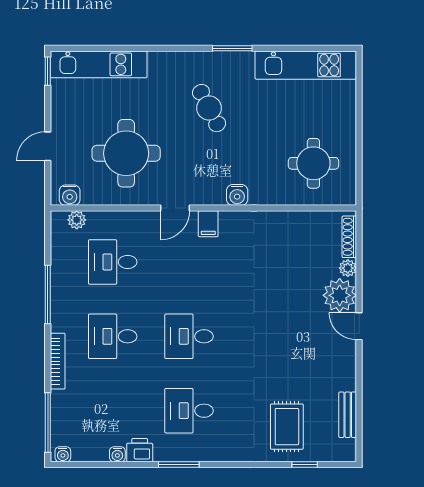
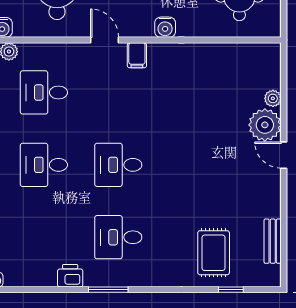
door: (175, 208) -> (105, 40), swing flipped
shoe rack: (349, 237) -> (274, 68), removed
water cooler: (117, 454) -> (48, 280), removed

